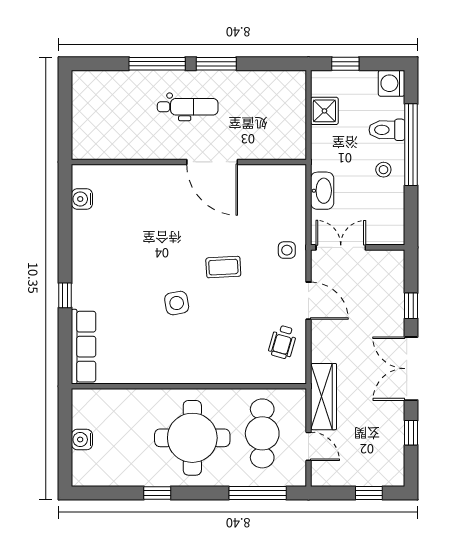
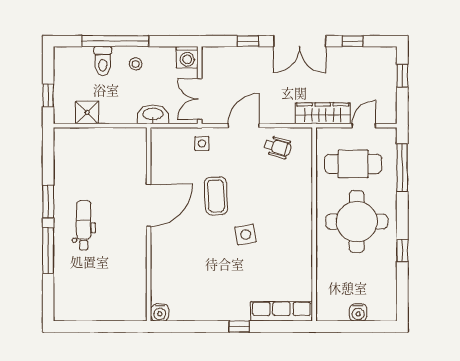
washing machine: (392, 83) -> (187, 57), moved
wall: (189, 162) -> (149, 224), moved
door: (212, 162) -> (149, 205), moved
coffee table: (223, 267) -> (216, 196), width x1.36, depth x1.30

